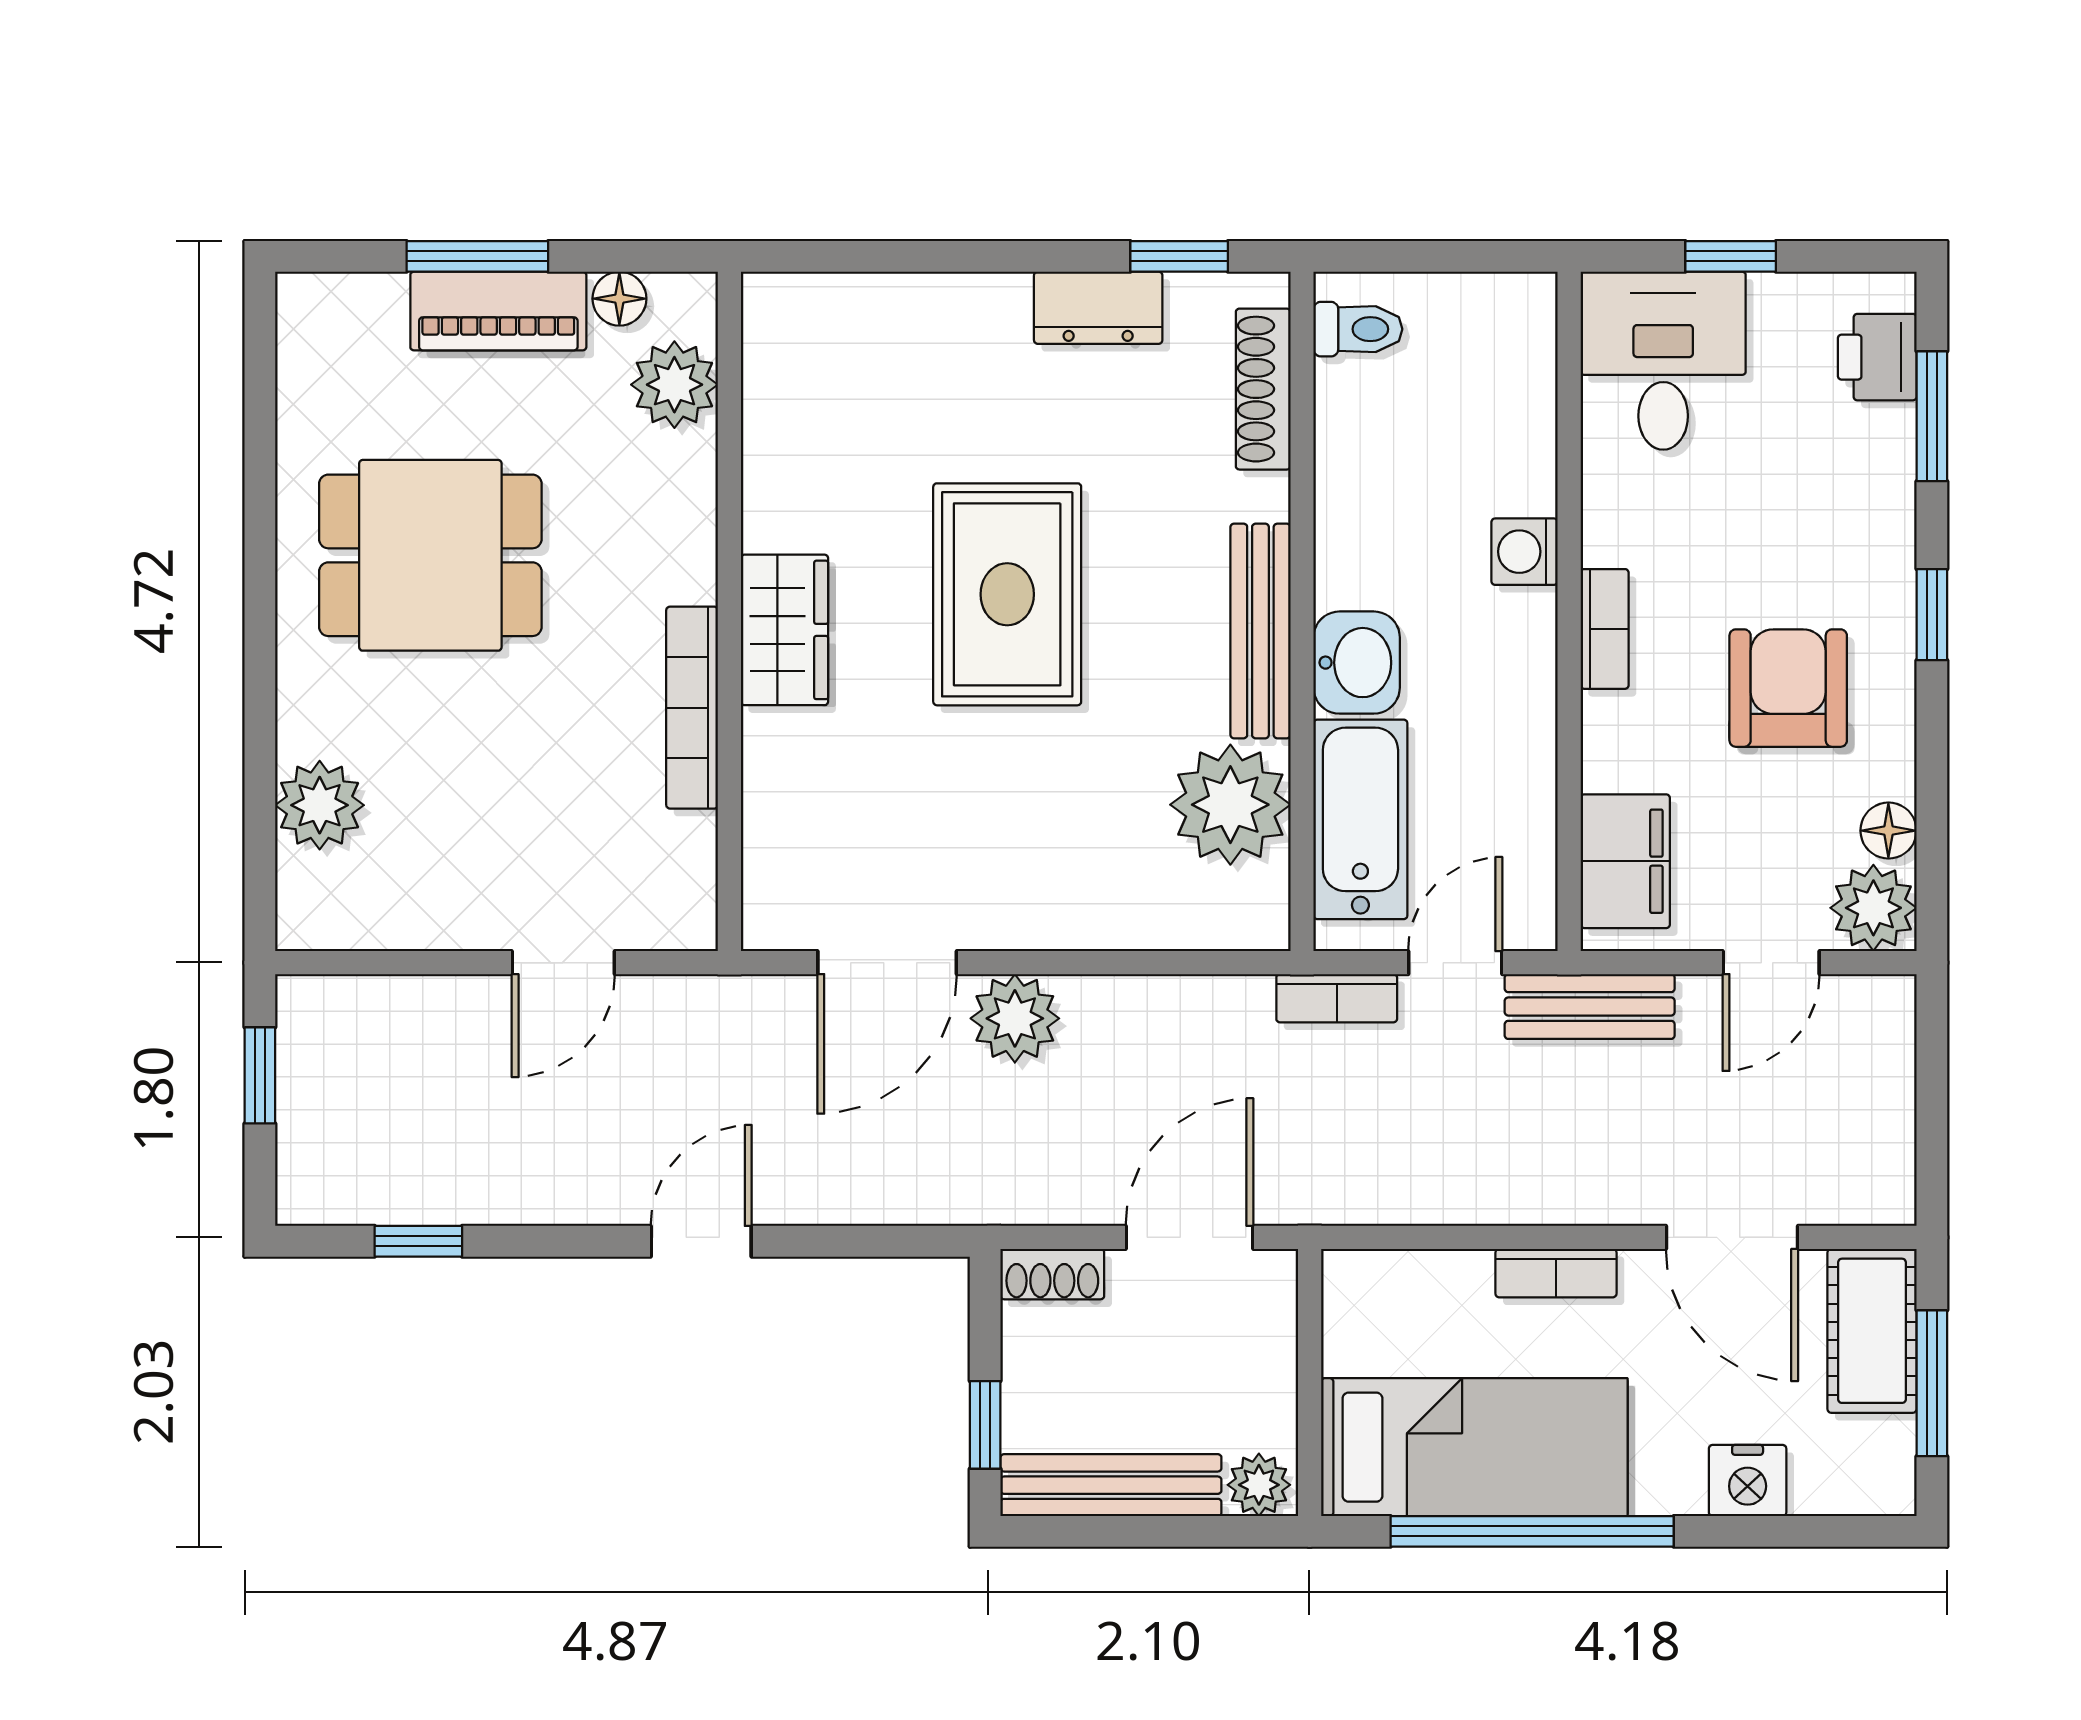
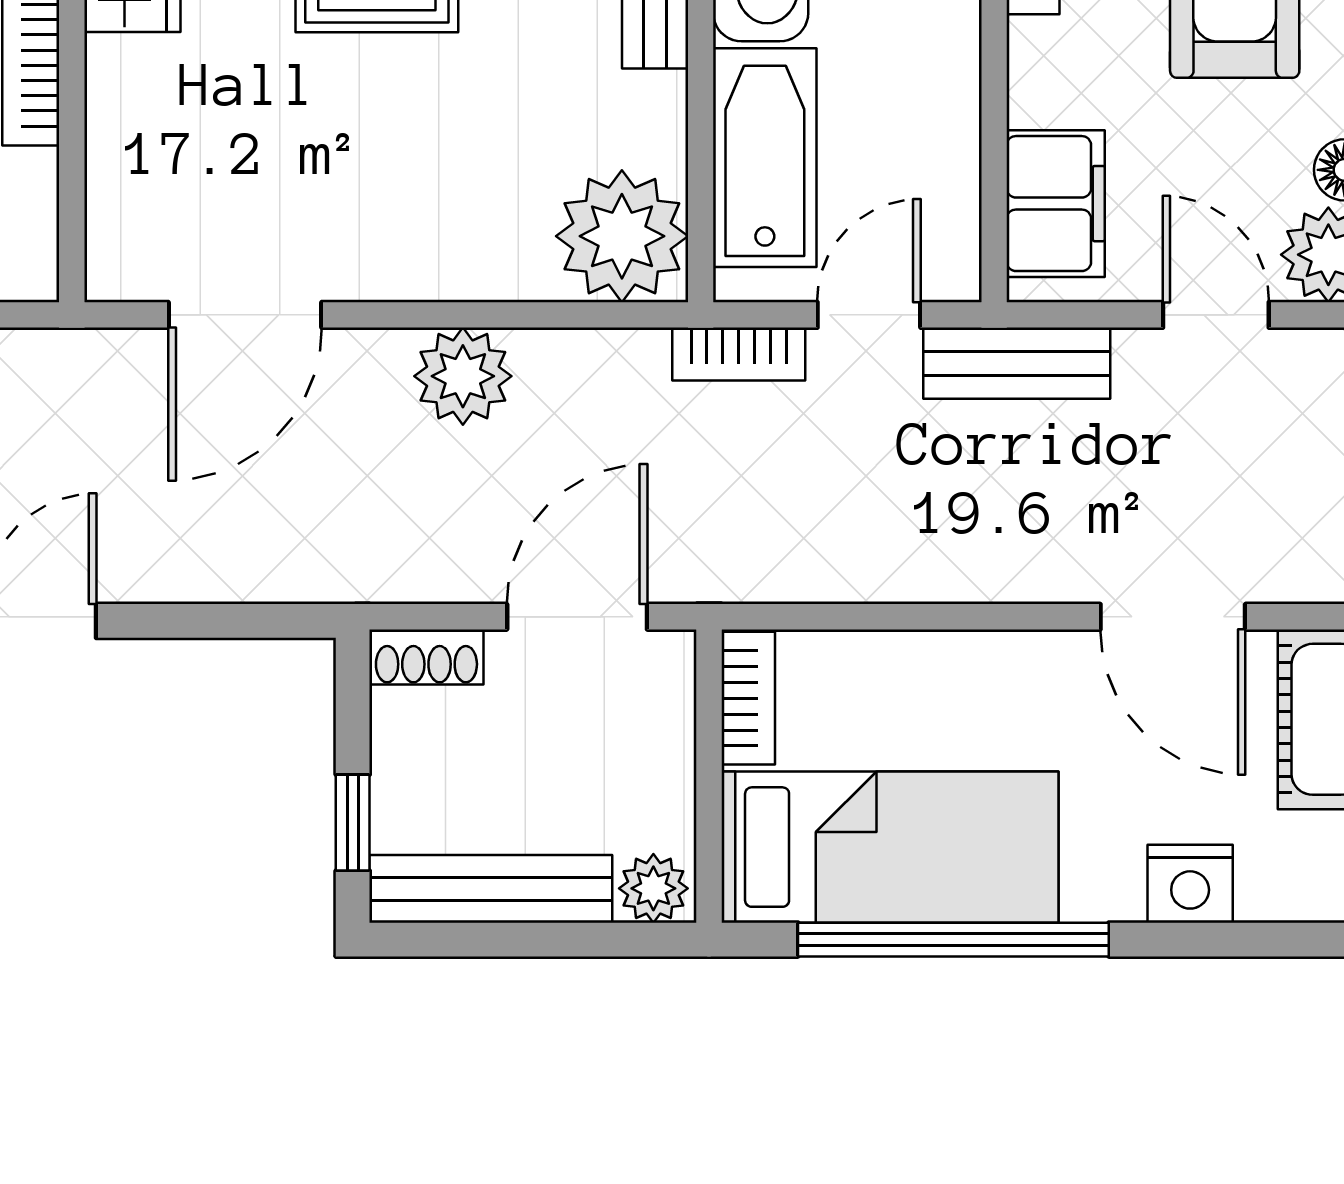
plant: (1230, 805) -> (622, 236), moved
door: (1771, 963) -> (1216, 315), swing flipped
plant: (1015, 1018) -> (463, 376), moved
bookcase: (1556, 1273) -> (748, 698), moved, turned -90

